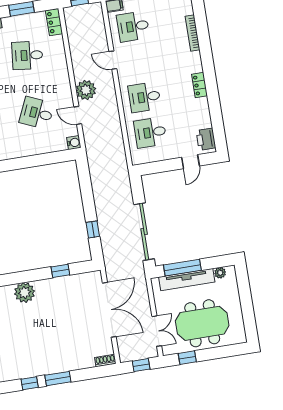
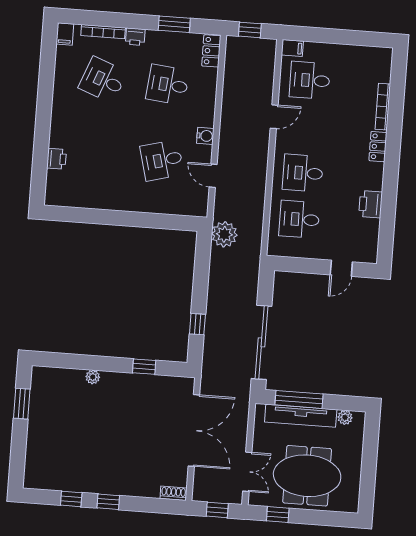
door: (113, 60) -> (274, 117), swing flipped
locker: (199, 85) -> (378, 147), moved
plant: (86, 90) -> (224, 234), moved
desk: (37, 113) -> (162, 160), turned -39
printer: (206, 139) -> (371, 204), moved
water cooler: (74, 143) -> (205, 136), moved
plant: (25, 293) -> (93, 377), width x0.53, depth x0.53
window: (58, 379) -> (108, 502), width x0.67

